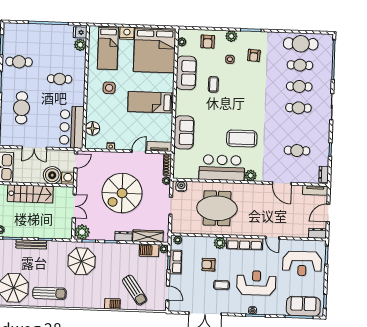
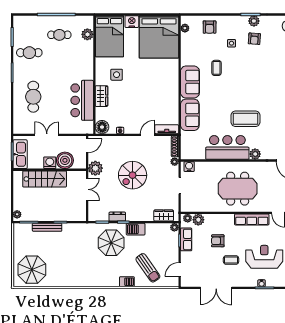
fridge: (80, 32) -> (87, 22), removed
plant: (231, 36) -> (254, 21), moved
bed: (108, 48) -> (109, 36), width x1.50
sofa: (186, 73) -> (190, 82), moved
cafe table: (60, 79) -> (59, 35), moved
bed: (151, 102) -> (157, 87), removed
wardrobe: (93, 110) -> (101, 96), added
bar counter: (72, 127) -> (82, 100), moved
floor lamp: (92, 128) -> (102, 127), moved
double door: (34, 148) -> (47, 135), swing flipped
washing machine: (68, 178) -> (50, 163), moved
spiral stairs: (122, 193) -> (133, 175), width x0.73, depth x0.73
meeting table: (217, 208) -> (238, 189), moved
plant: (82, 232) -> (95, 168), moved
dresser: (123, 236) -> (117, 217), moved
wardrobe: (148, 236) -> (164, 216), width x0.67
plant: (220, 243) -> (198, 220), moved
barbecue: (149, 250) -> (136, 229), moved
parasol: (82, 261) -> (111, 243), moved
sun lounger: (49, 293) -> (66, 274), removed
door: (168, 293) -> (180, 269), swing flipped

